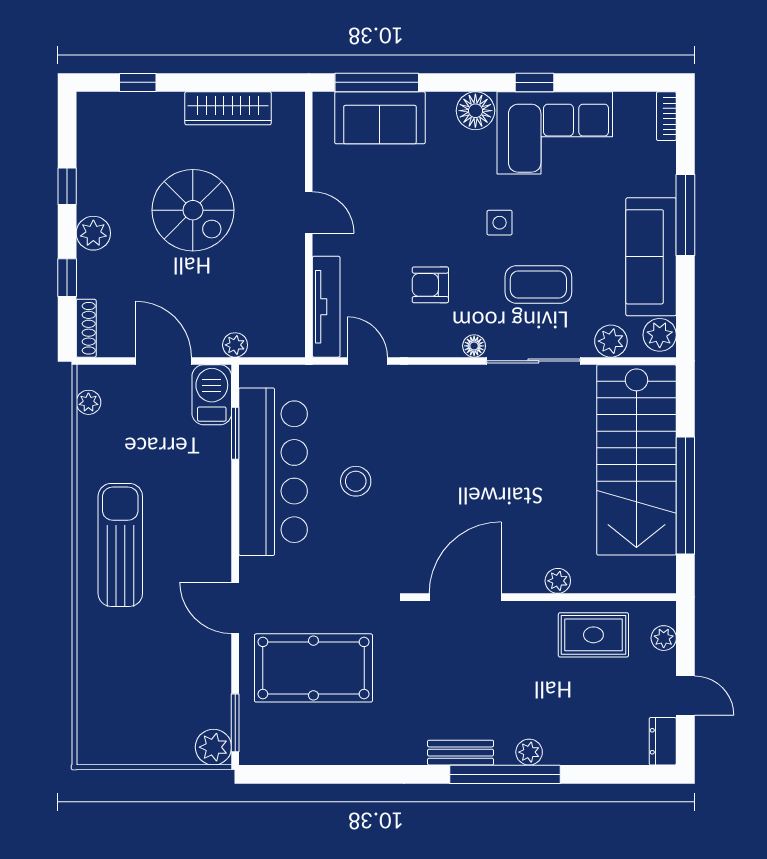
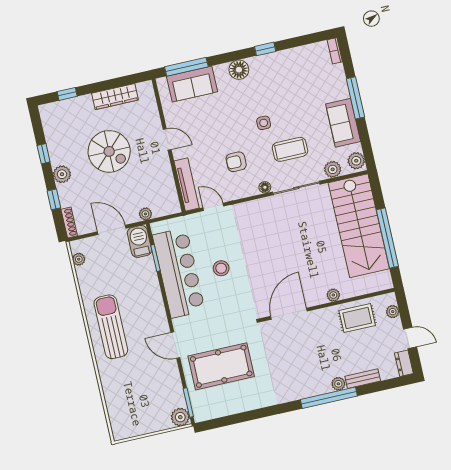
corner sofa: (555, 133) -> (281, 72), removed
sofa: (651, 257) -> (343, 123), width x0.73
bench: (461, 753) -> (363, 379), moved

